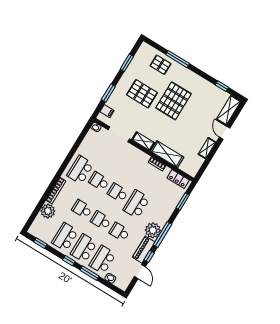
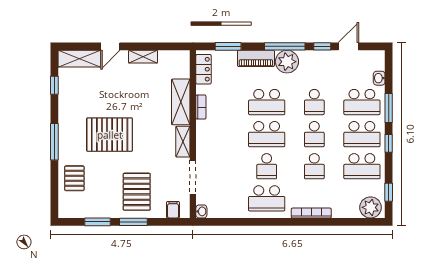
window: (178, 59) -> (54, 142), moved
window: (108, 93) -> (133, 222), moved
pallet: (142, 94) -> (137, 192), moved
school desk: (118, 193) -> (267, 134), width x1.85
plant: (48, 211) -> (371, 207), moved
piano: (144, 250) -> (256, 58), moved

